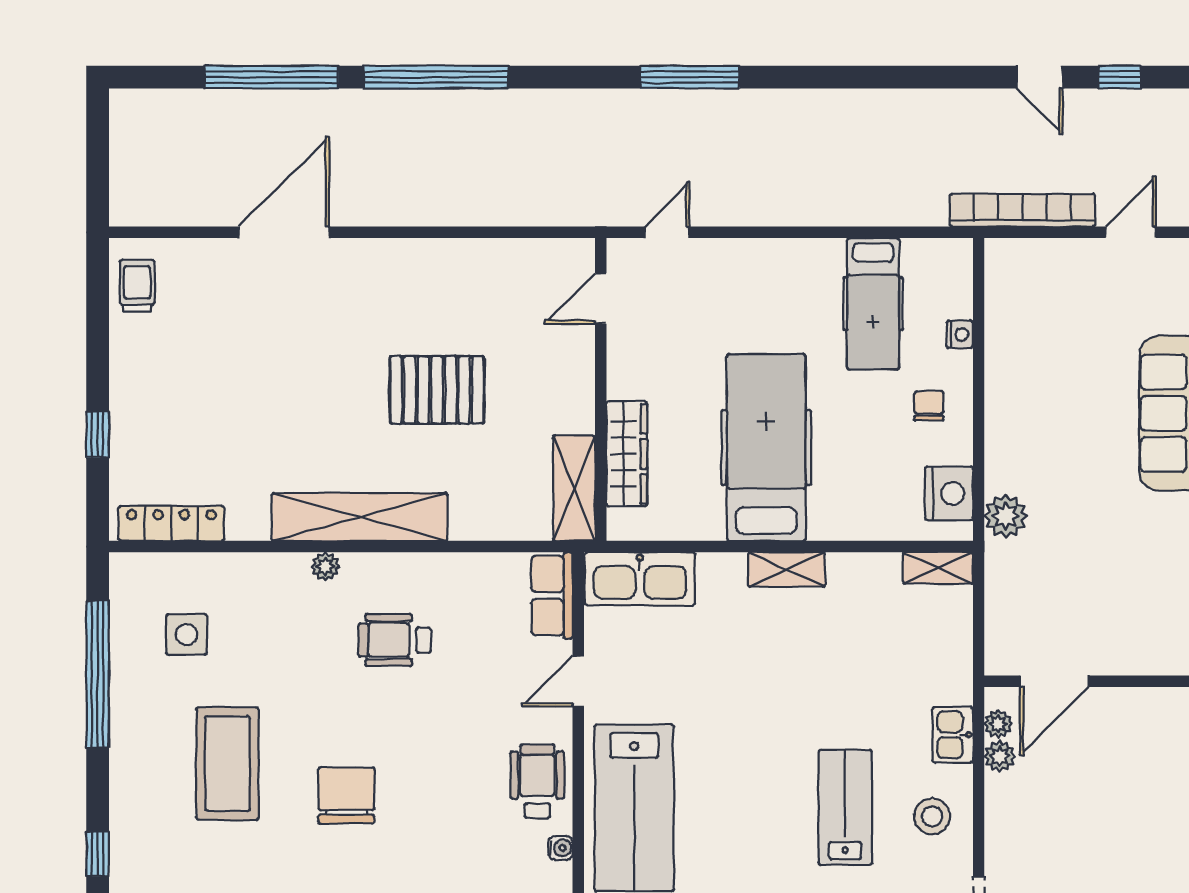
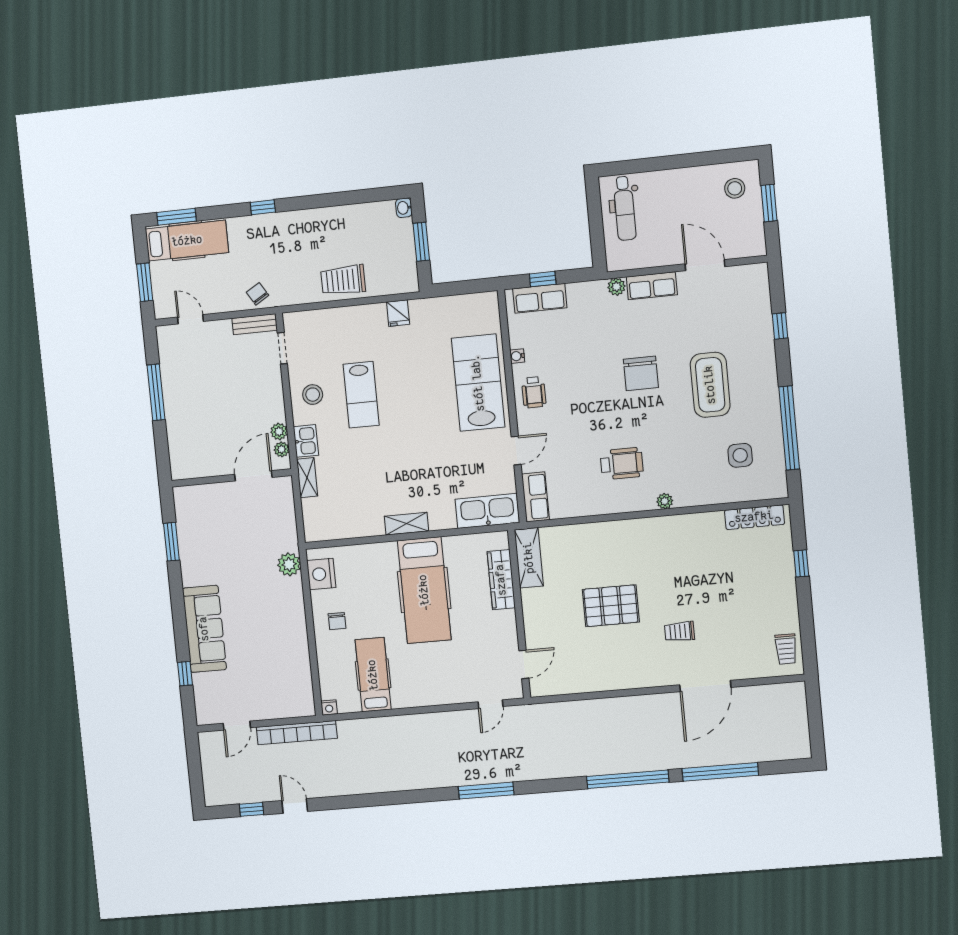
trolley: (320, 333) -> (680, 631), added
nightstand: (960, 334) -> (329, 707), moved, turned -90
shelving: (359, 517) -> (648, 531), removed
shelving: (938, 568) -> (307, 478), moved, turned 90
wheelchair: (537, 781) -> (534, 392), width x0.73, depth x0.73

